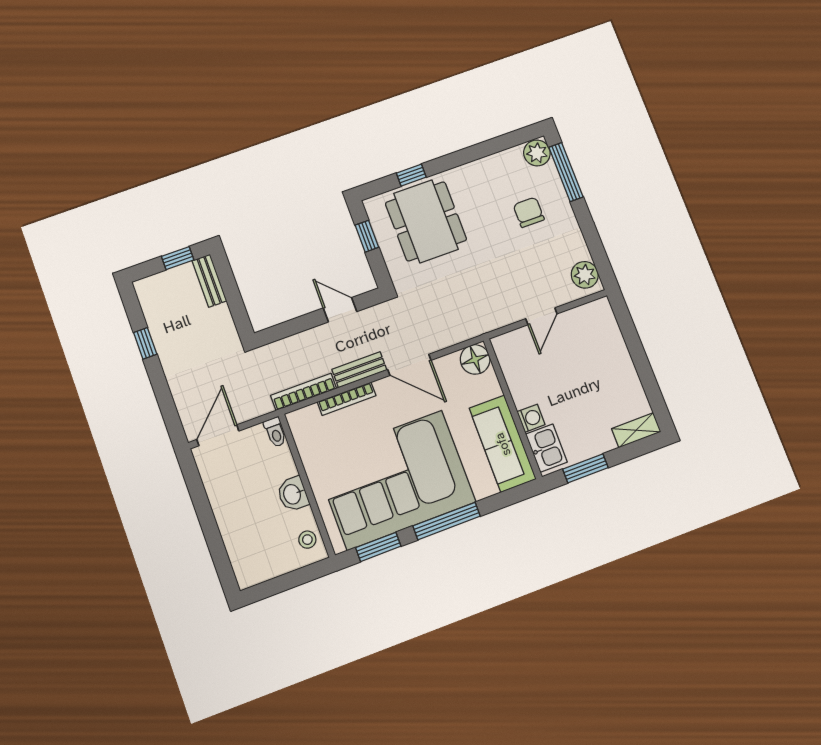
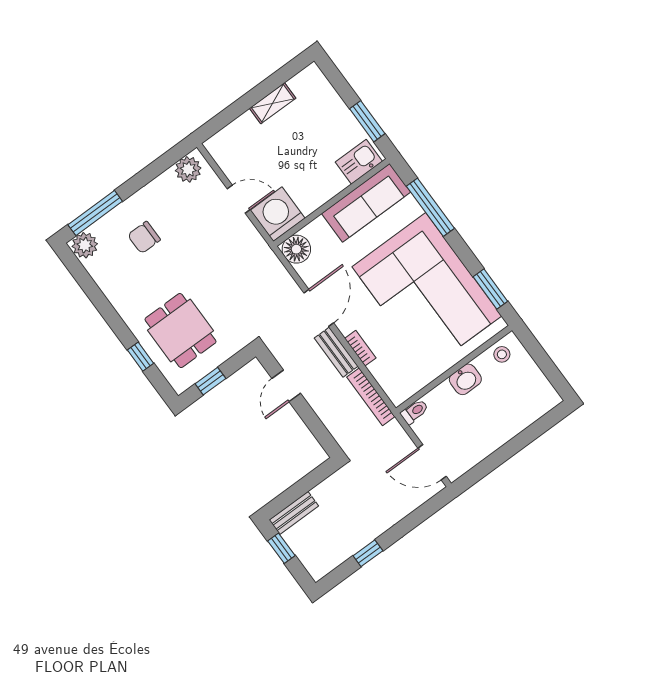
dining table: (426, 221) -> (180, 331), width x0.73
bookcase: (347, 399) -> (360, 348), width x0.64
washing machine: (531, 418) -> (278, 214), moved, width x1.89, depth x1.89
shelving: (636, 430) -> (273, 103), moved, turned 90
window: (447, 521) -> (430, 207), moved

